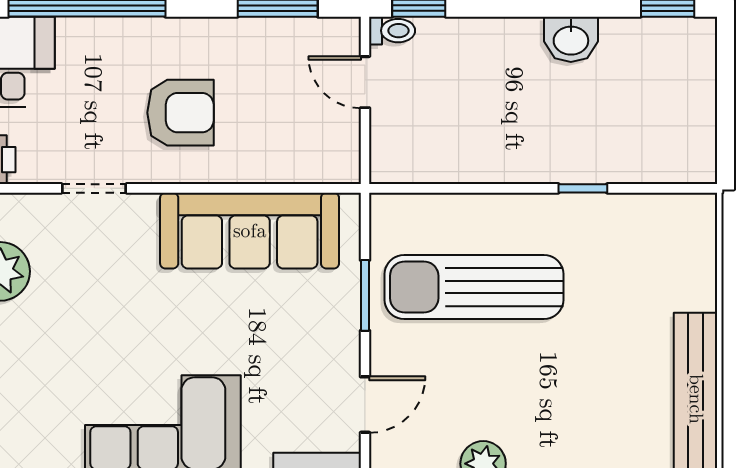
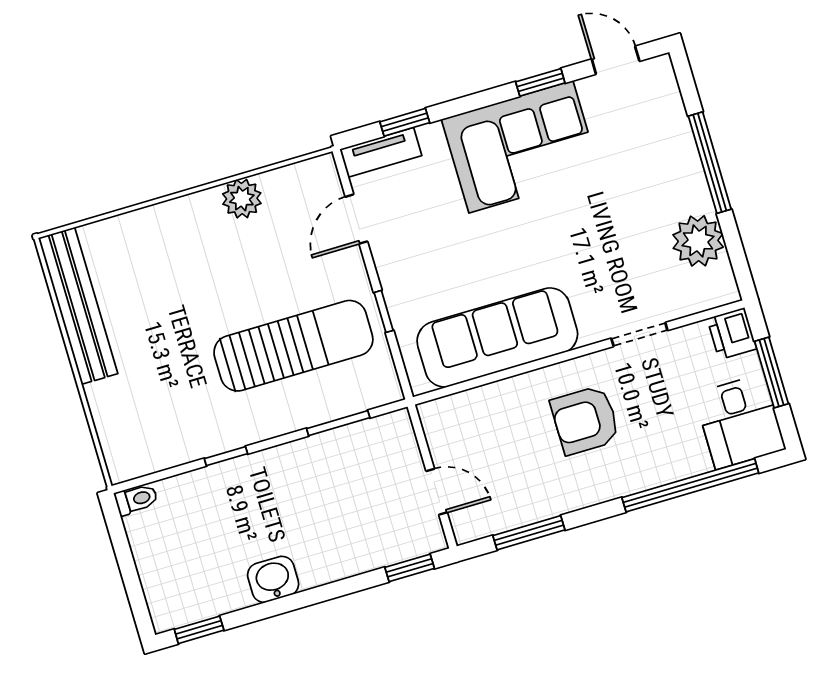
toilet: (392, 31) -> (136, 499), moved, turned 180
window: (450, 188) -> (338, 423), added
window: (365, 295) -> (384, 311), width x0.67

